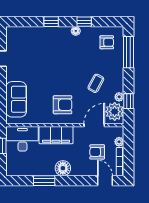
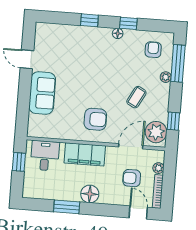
armchair: (107, 42) -> (153, 50), turned -90
plant: (119, 97) -> (166, 77), moved
sofa: (16, 99) -> (42, 93), moved
desk: (22, 139) -> (45, 156), width x0.73

